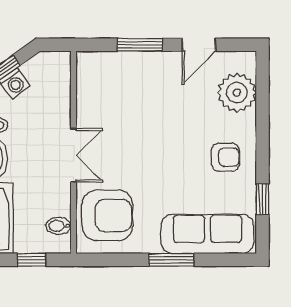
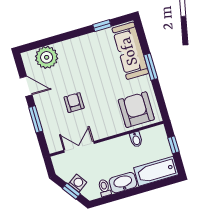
double door: (73, 155) -> (79, 147), moved
armchair: (225, 157) -> (74, 103), moved
bidet: (58, 226) -> (136, 139), moved

